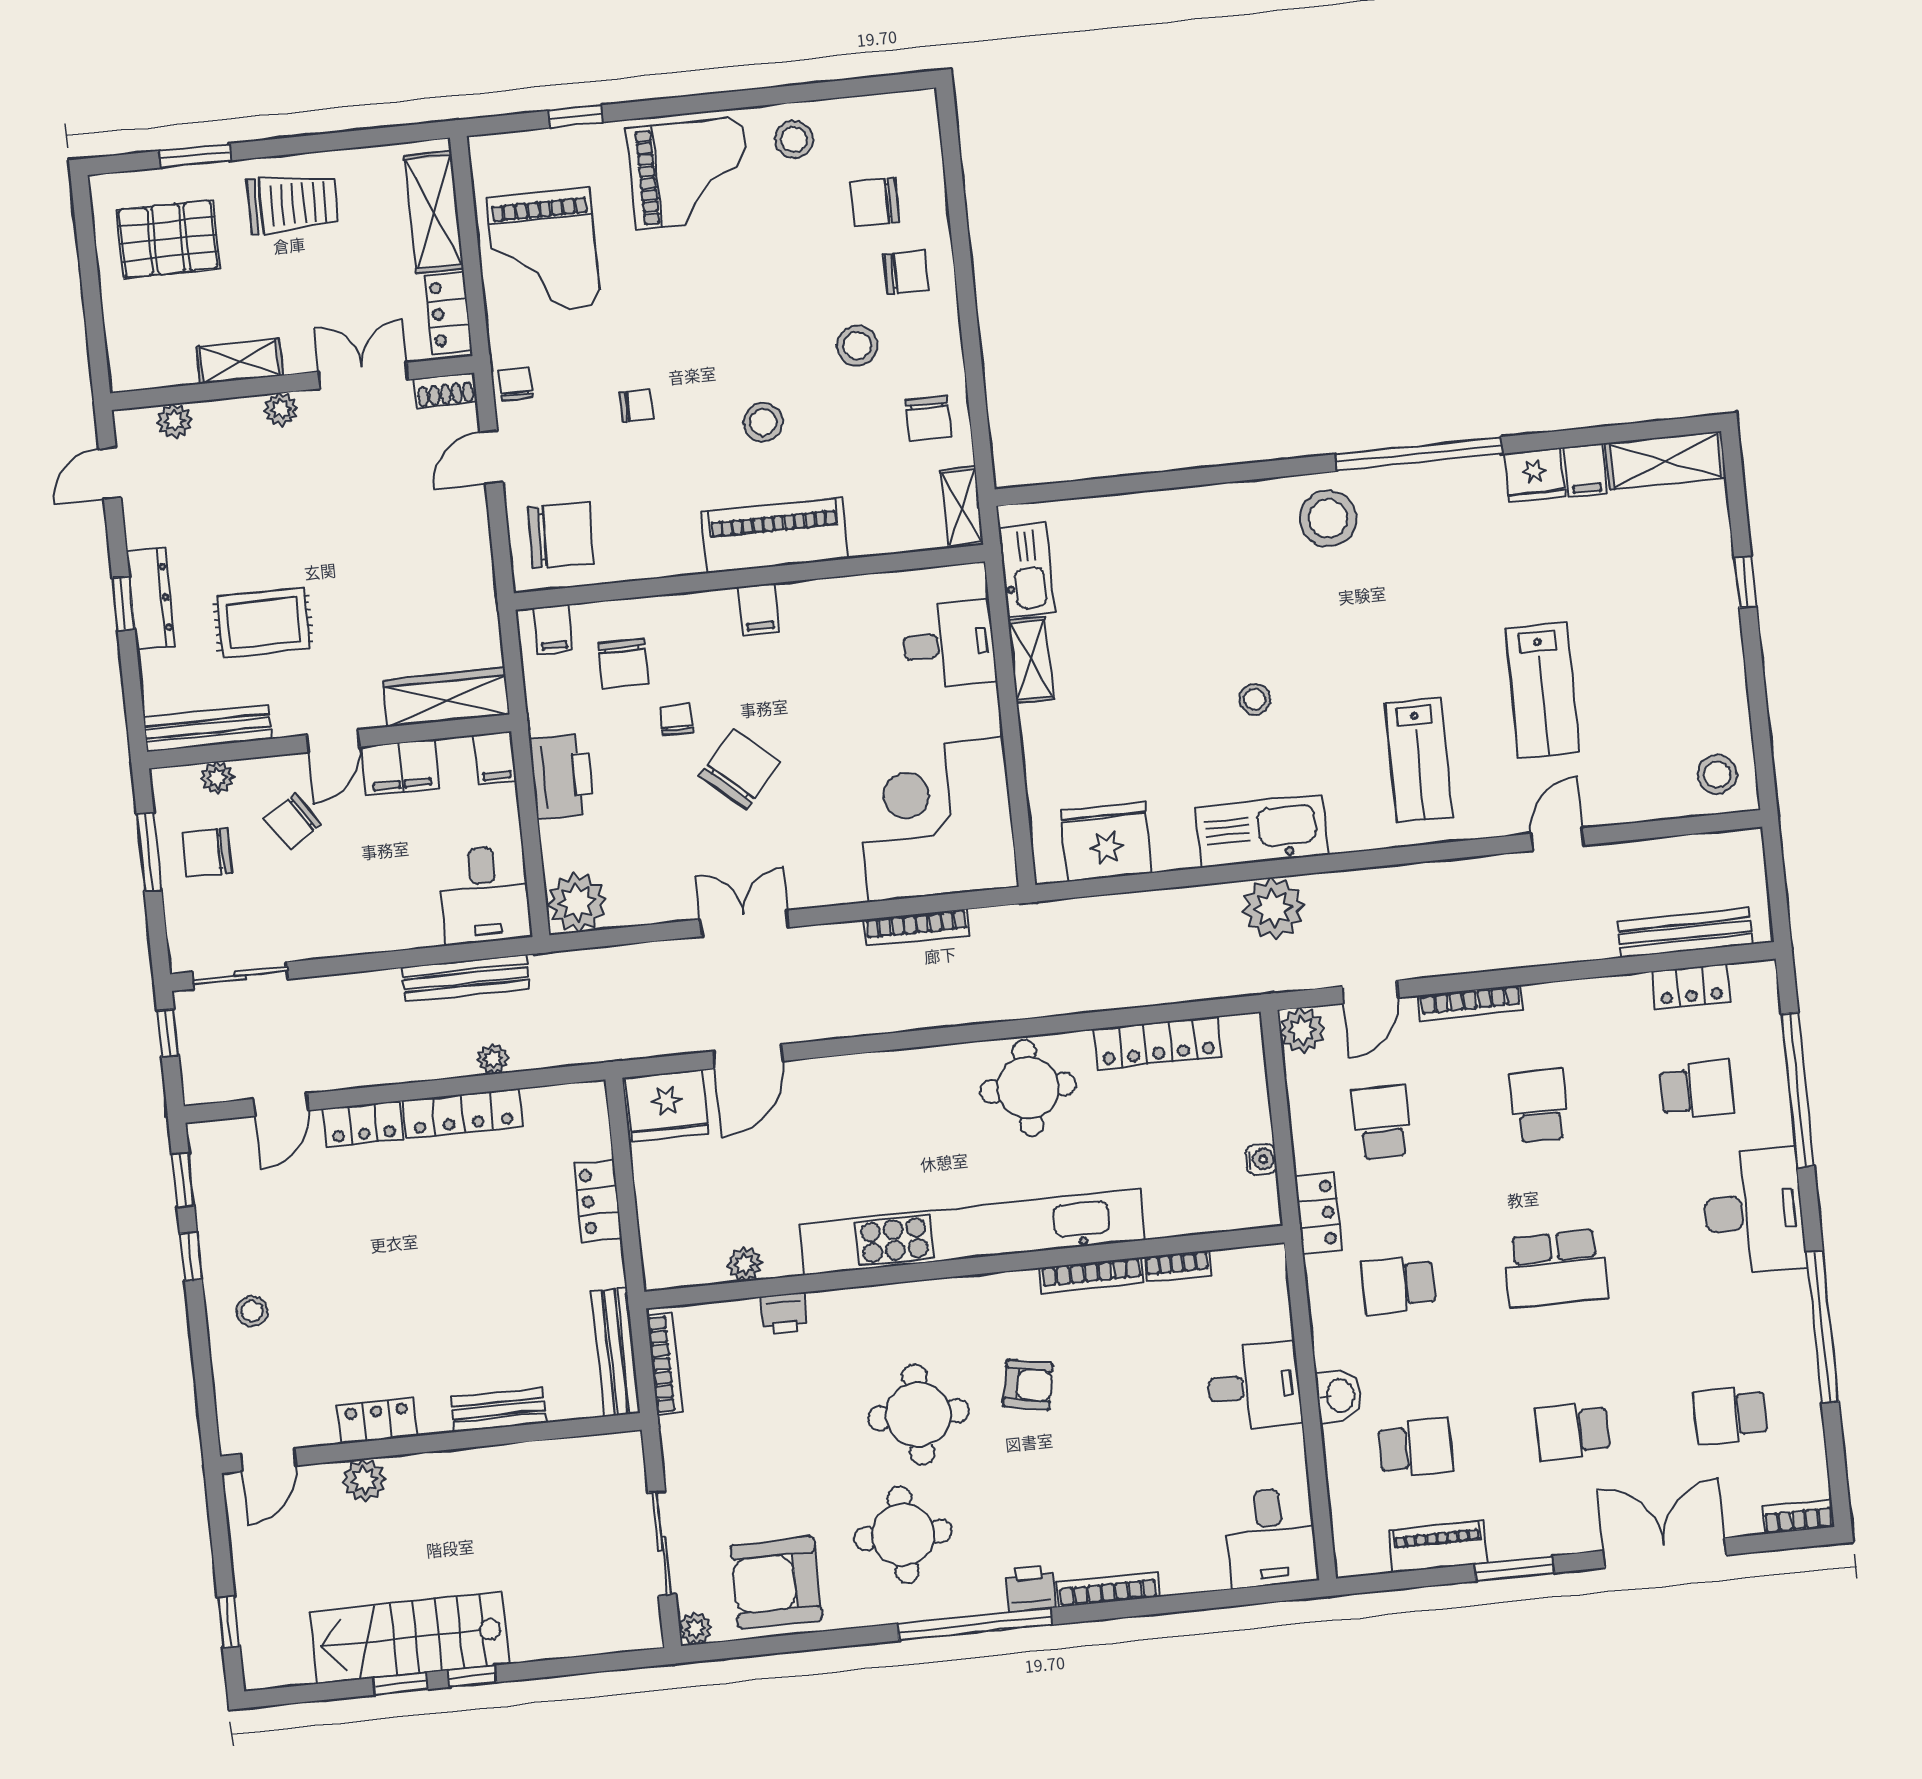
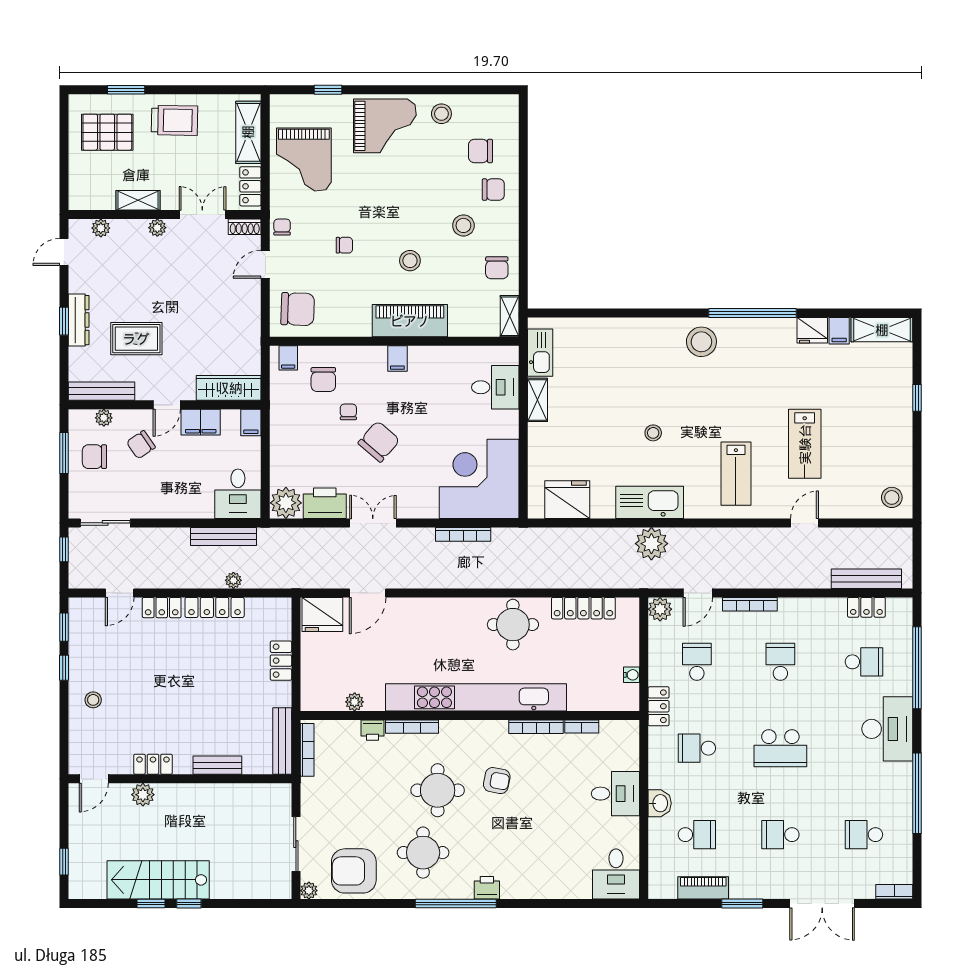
printer: (562, 776) -> (325, 503), moved, turned -90
double door: (1665, 1553) -> (822, 903), swing flipped
bookcase: (1108, 1589) -> (412, 727), moved, turned 180

